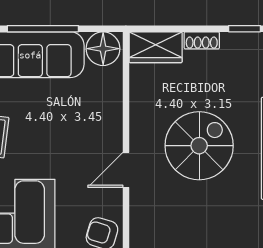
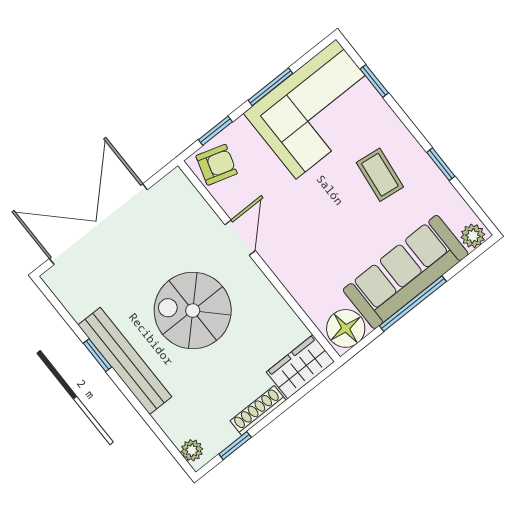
shoe rack: (202, 40) -> (258, 411), width x1.43
spiral stairs: (199, 146) -> (193, 311), turned 90

